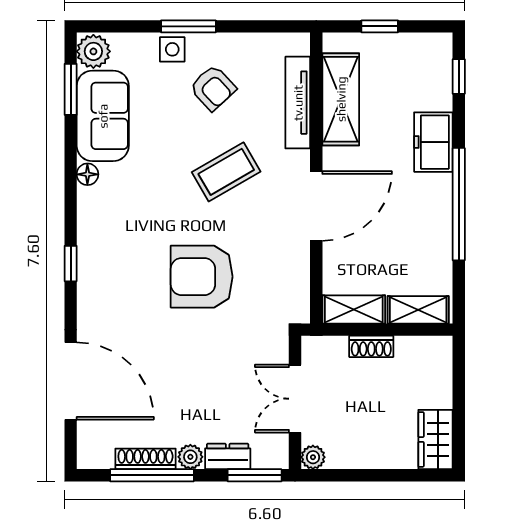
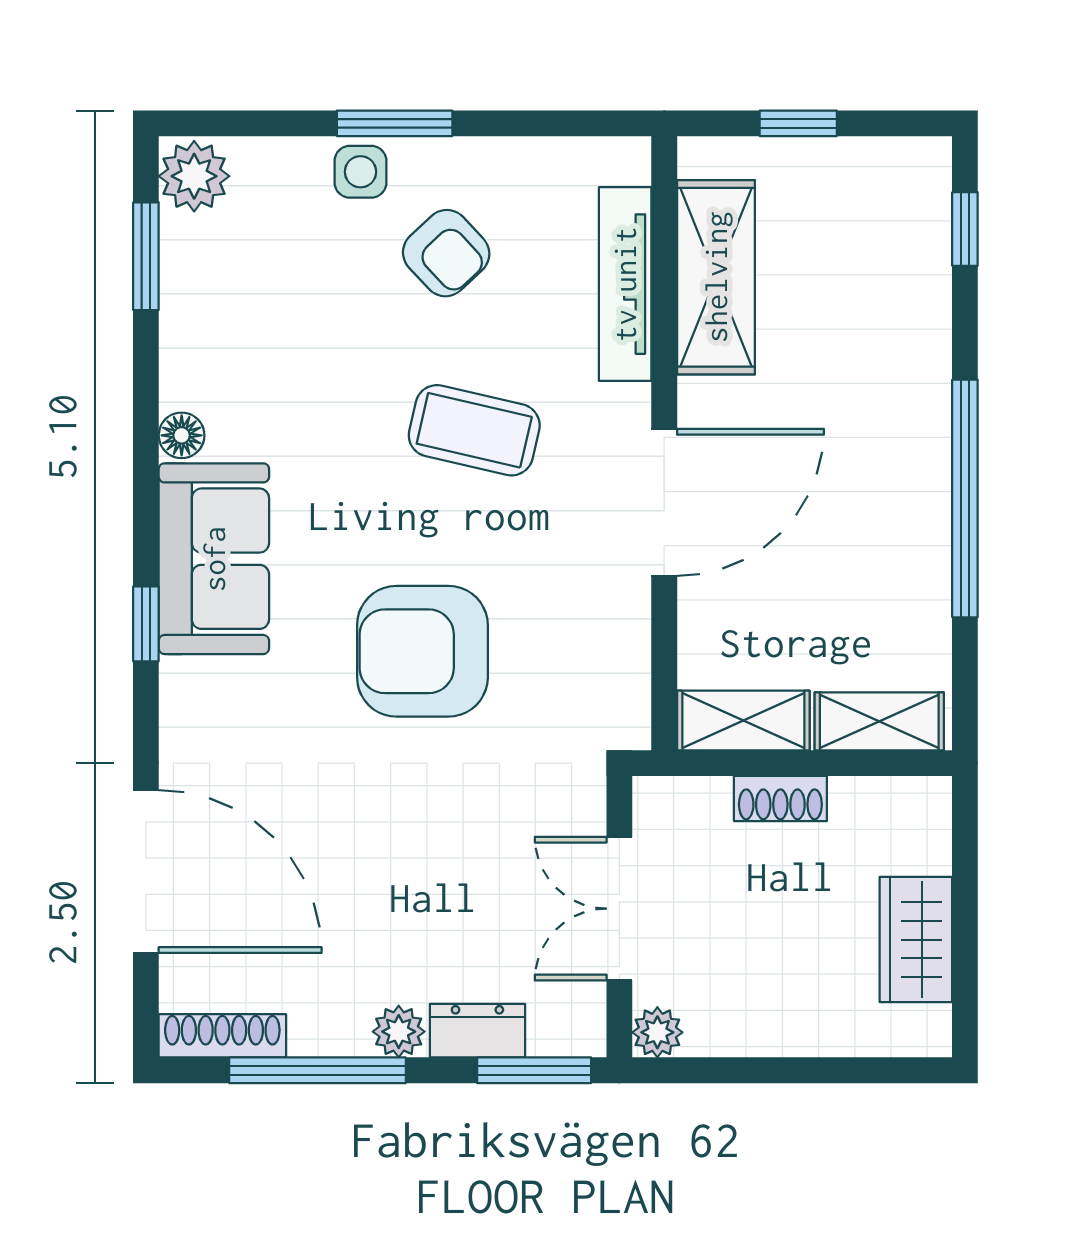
sofa: (103, 116) -> (214, 559), moved
freezer: (433, 142) -> (911, 367), removed
coffee table: (226, 172) -> (474, 430), turned 43
wardrobe: (435, 439) -> (916, 940), moved
shoe rack: (145, 459) -> (222, 1036), moved

